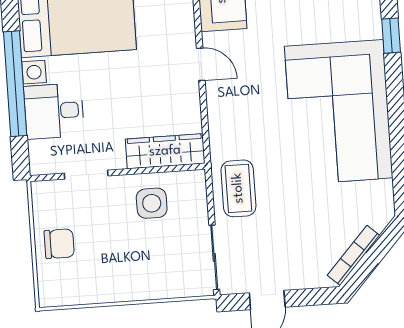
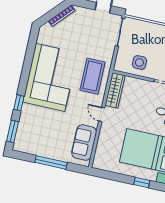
wardrobe: (165, 151) -> (115, 90), moved, turned -90
coffee table: (238, 188) -> (92, 76), moved, width x1.36, depth x1.32

